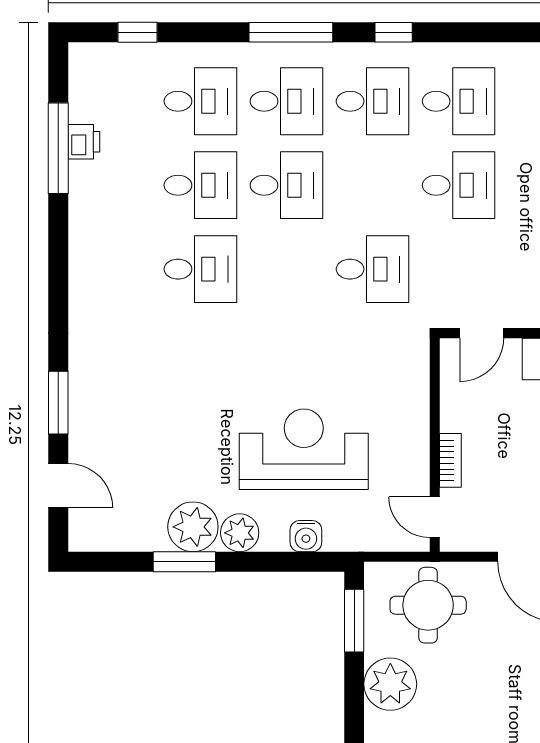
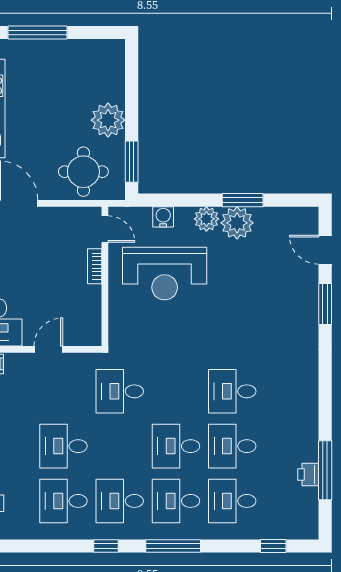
wall: (435, 445) -> (105, 276), moved
bookcase: (450, 460) -> (95, 266), moved
door: (435, 517) -> (105, 229), moved

